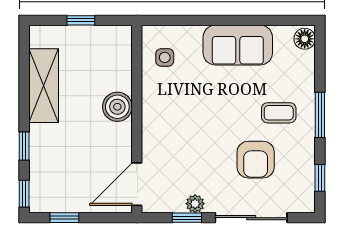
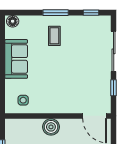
armchair: (256, 160) -> (81, 49), removed
plant: (195, 204) -> (106, 83), removed

